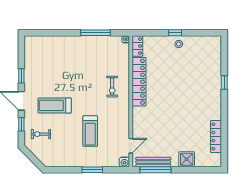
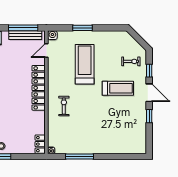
locker: (139, 82) -> (39, 88), moved
treadmill: (90, 131) -> (85, 64), width x1.37, depth x1.38

